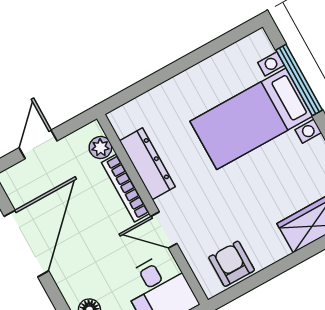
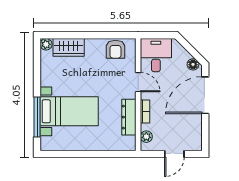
bookcase: (126, 188) -> (145, 111), width x0.64
door: (26, 244) -> (205, 95), moved

